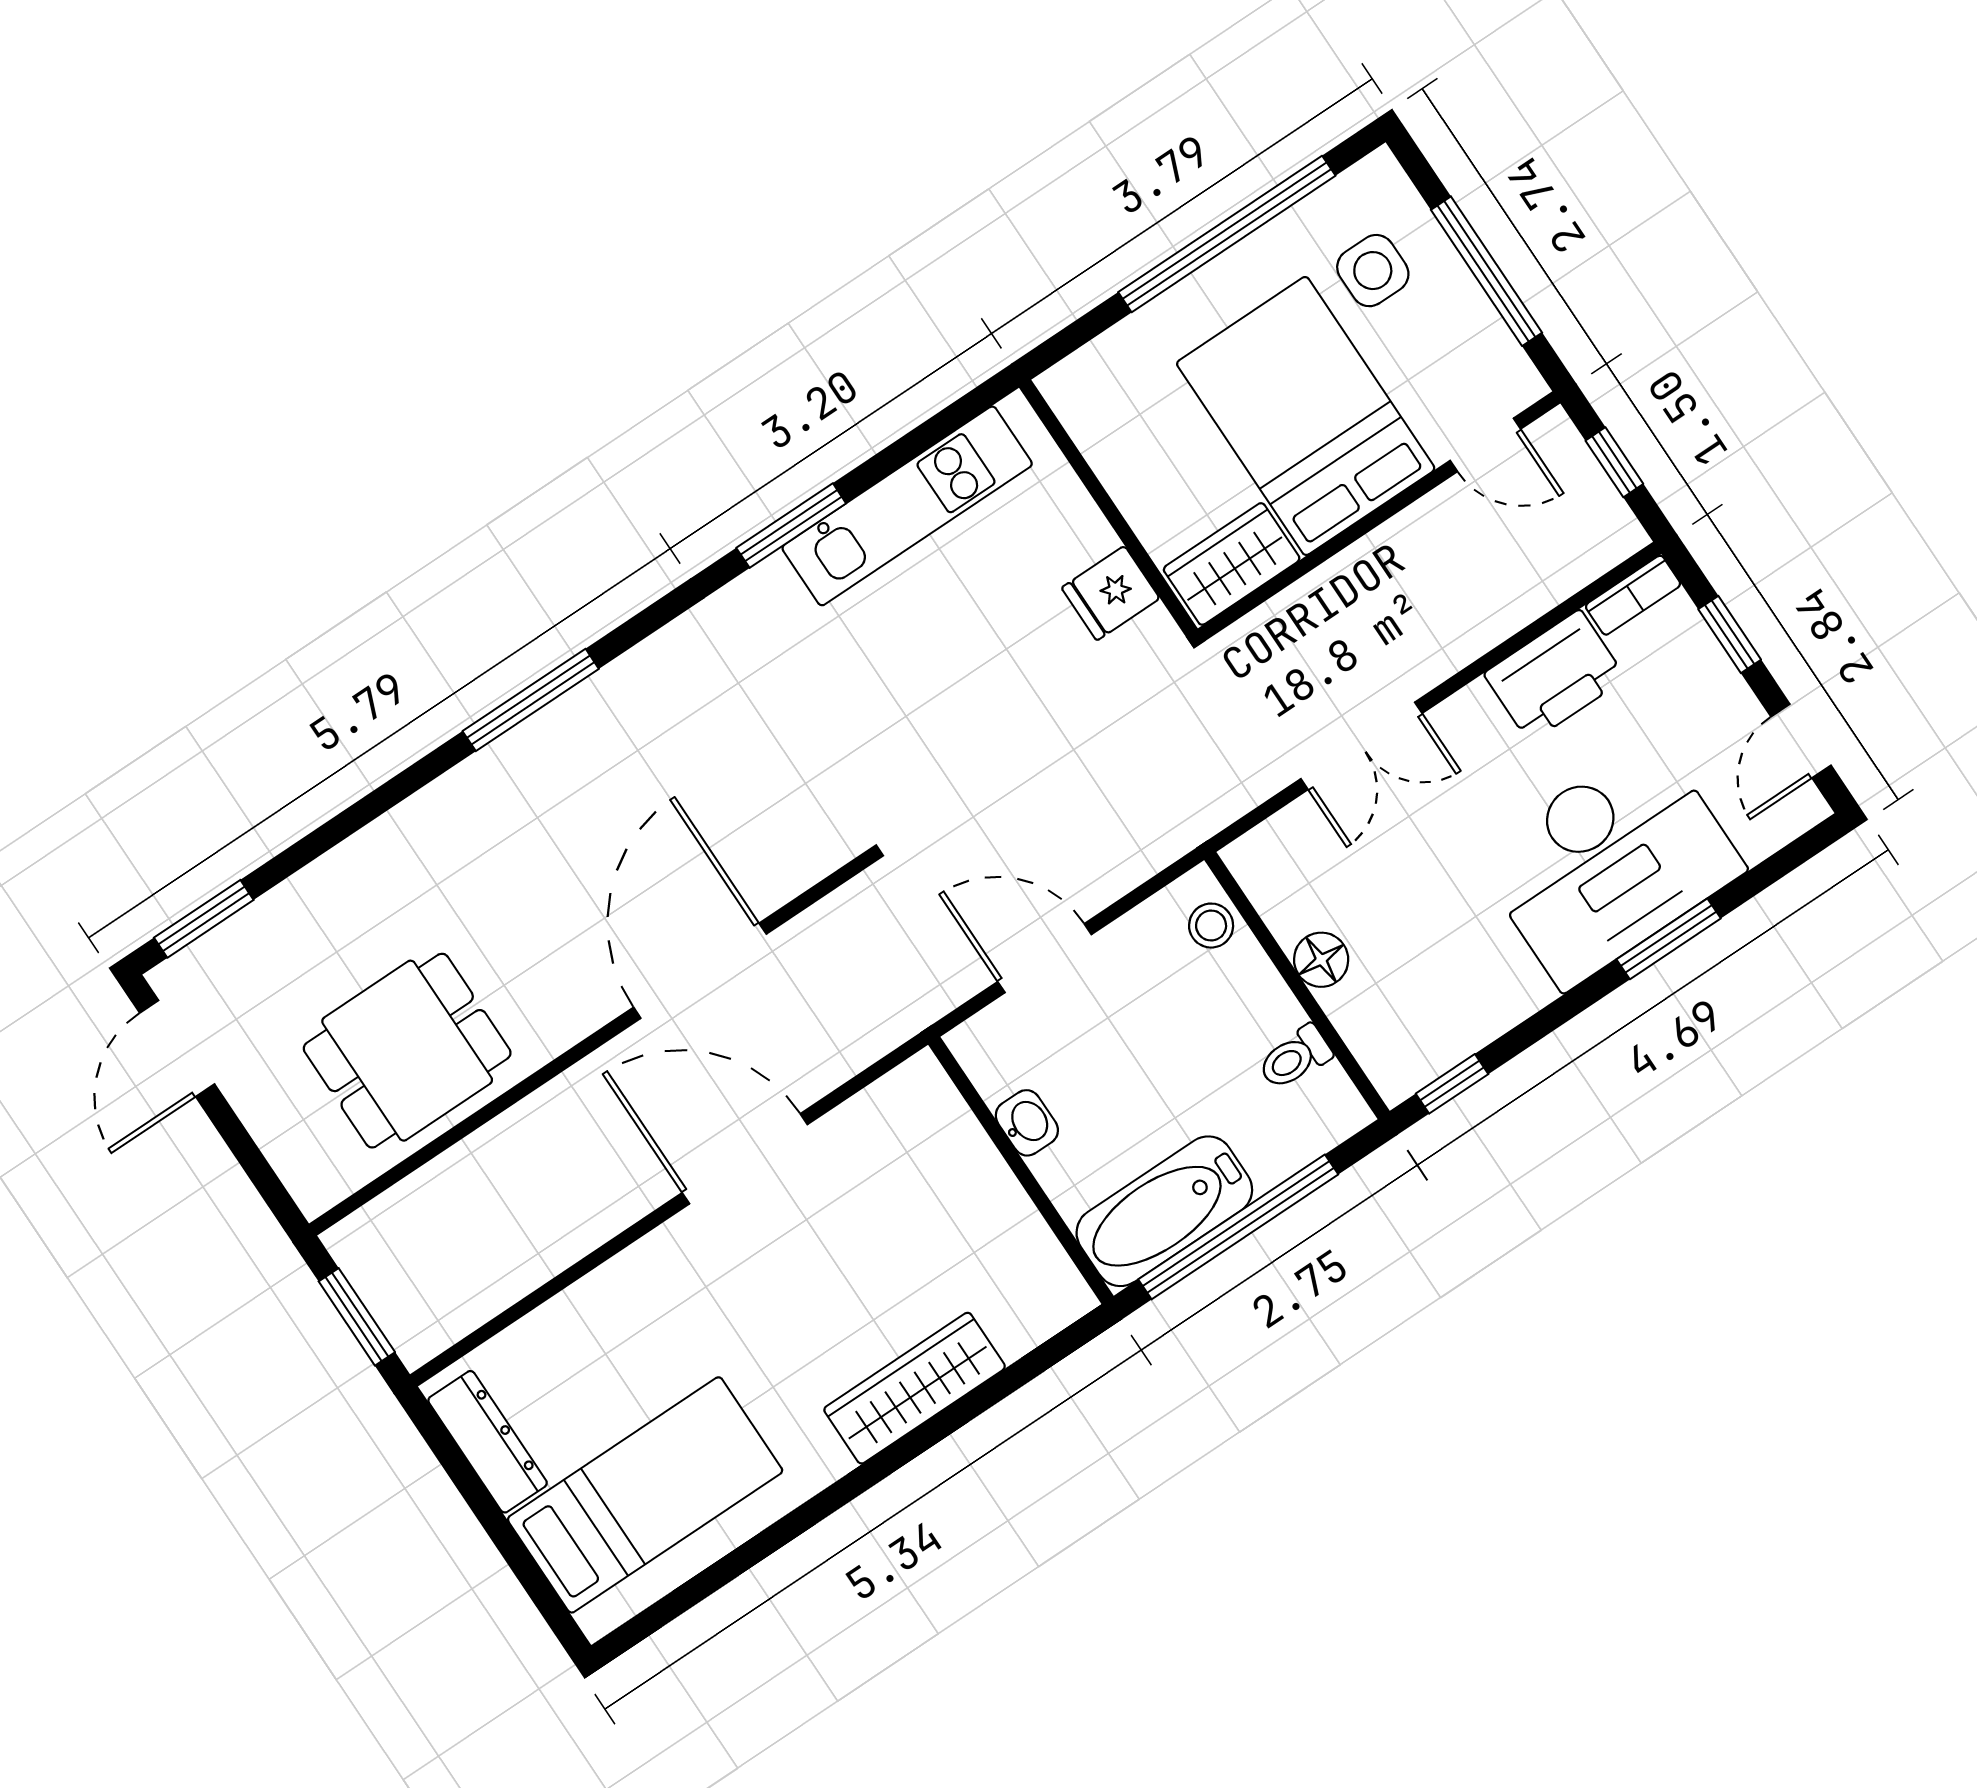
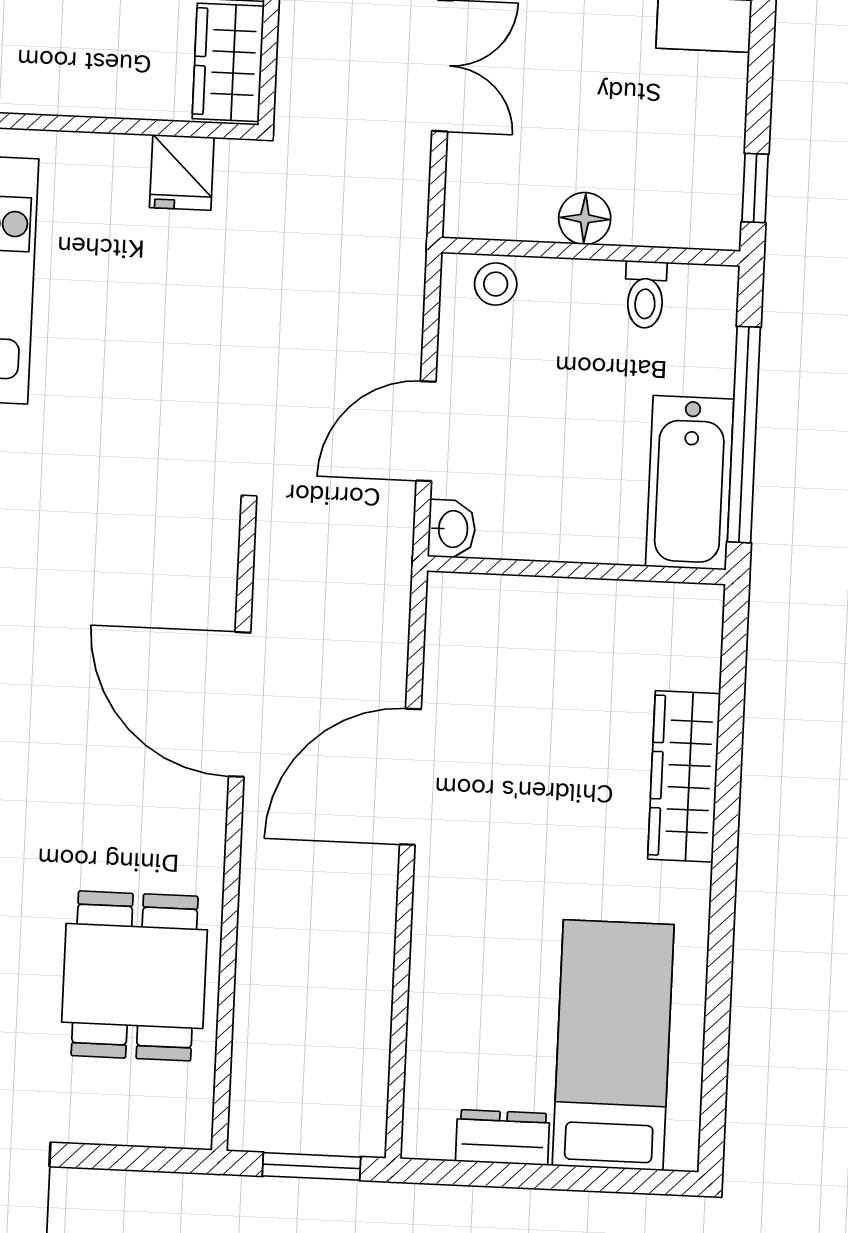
washbasin: (1027, 1123) -> (452, 529), moved, turned 90
dresser: (488, 1442) -> (503, 1137), width x0.70

